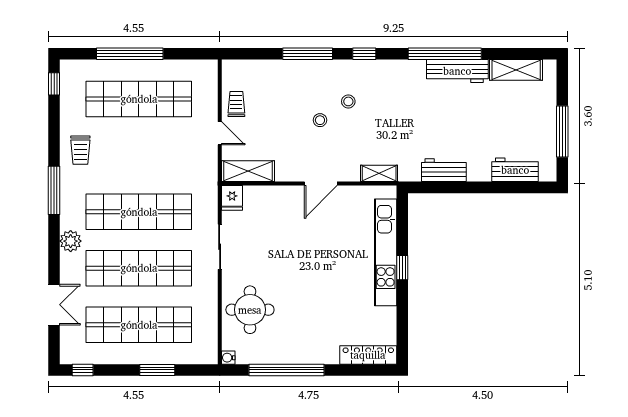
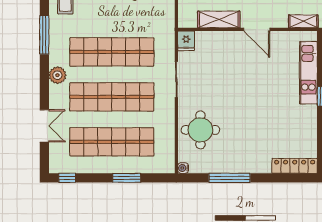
shelving: (248, 171) -> (219, 19), moved
door: (321, 184) -> (257, 29), hinge flipped
kitchen unit: (386, 252) -> (308, 73), width x0.73
window: (287, 370) -> (229, 178), width x0.68

